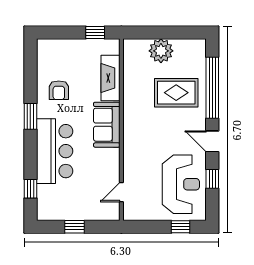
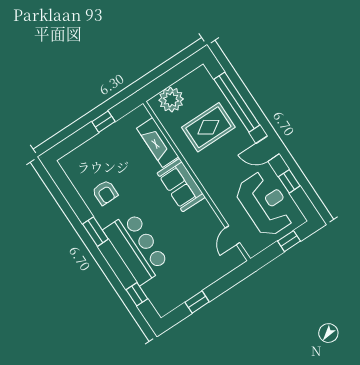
fireplace: (110, 78) -> (158, 143), moved
sofa: (107, 125) -> (181, 185), moved
wall: (121, 130) -> (197, 181), moved
door: (121, 192) -> (233, 235), moved

